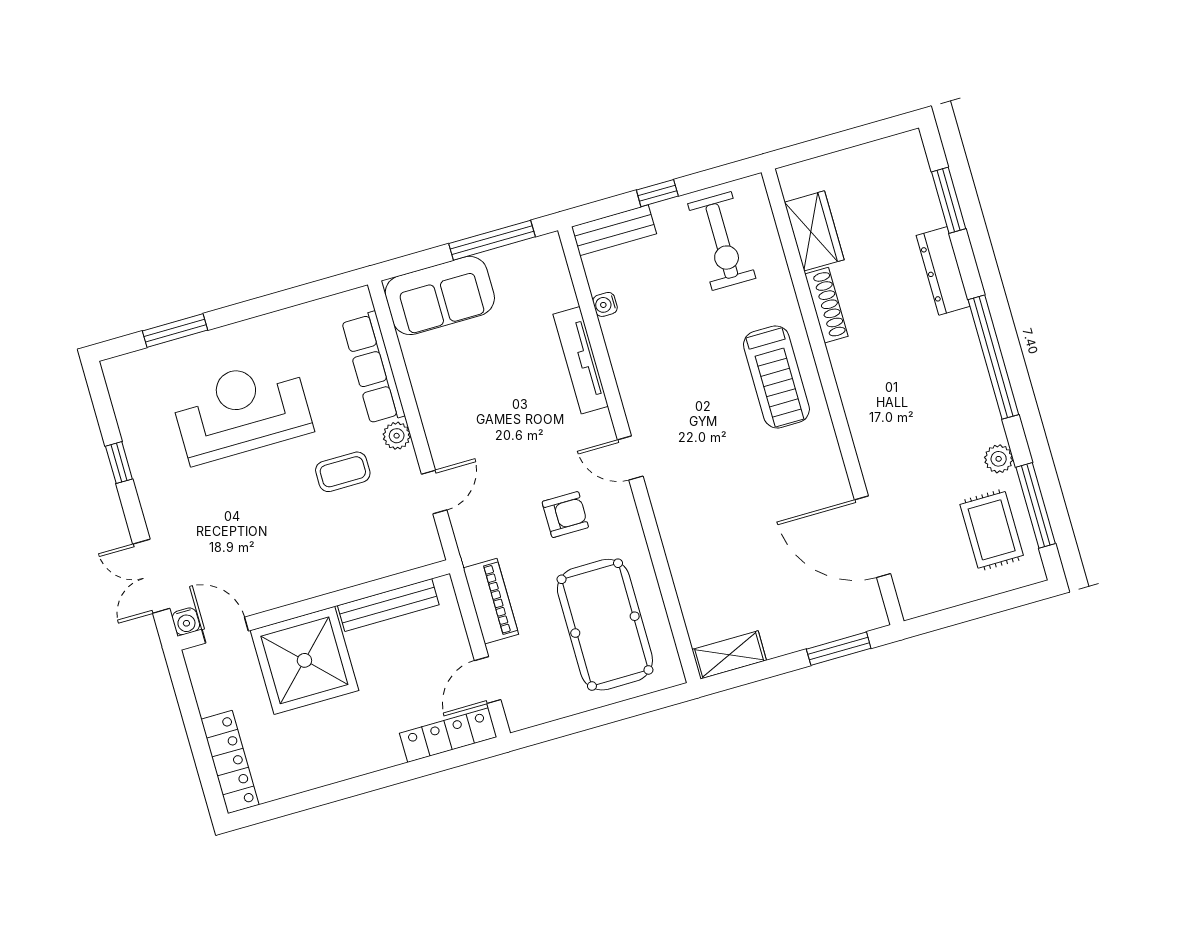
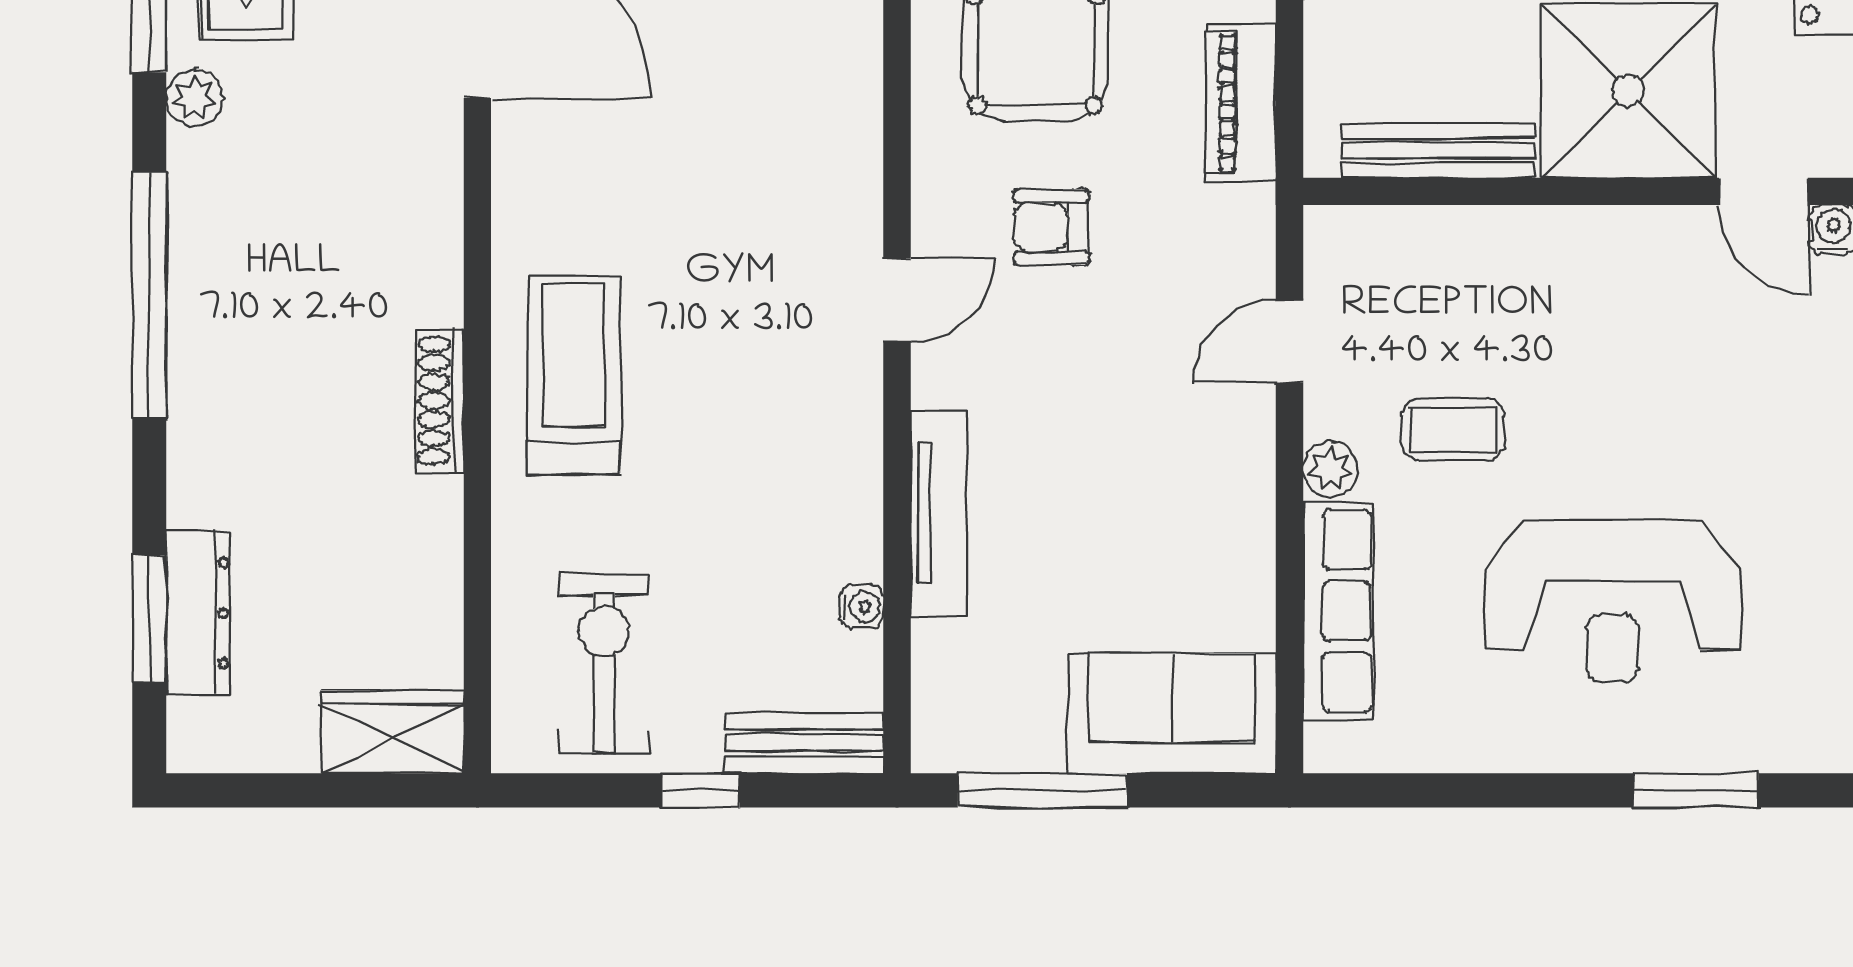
wardrobe: (814, 231) -> (393, 732), moved, turned 90
dresser: (943, 271) -> (198, 613), moved
shoe rack: (826, 305) -> (440, 401), moved
door: (630, 458) -> (897, 300), hinge flipped

